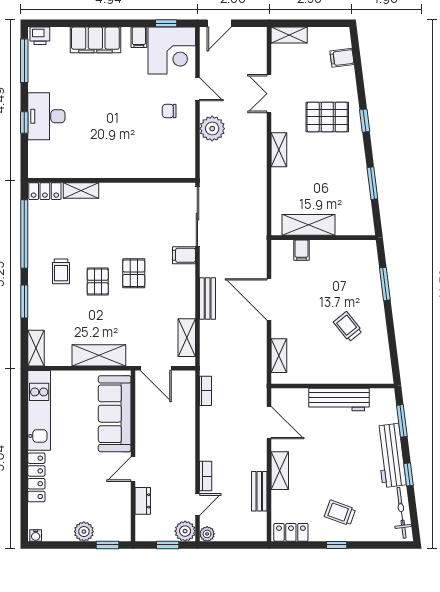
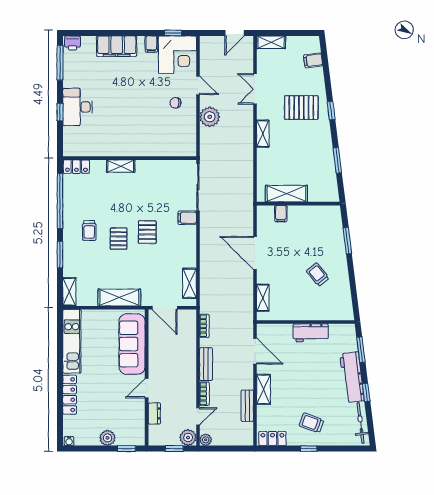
door: (219, 23) -> (235, 33), moved
shelving: (81, 190) -> (121, 166), moved
bench: (208, 299) -> (206, 364), moved
workbench: (339, 400) -> (311, 333), width x0.73

